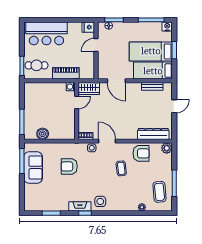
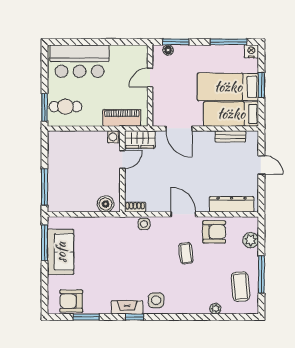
fridge: (88, 27) -> (139, 52), removed
piano: (66, 73) -> (122, 118), moved
door: (174, 106) -> (261, 165), hinge flipped
boiler: (43, 134) -> (106, 204), moved
door: (107, 141) -> (183, 214), moved
plant: (167, 148) -> (251, 240), moved
armchair: (69, 166) -> (71, 301), moved

